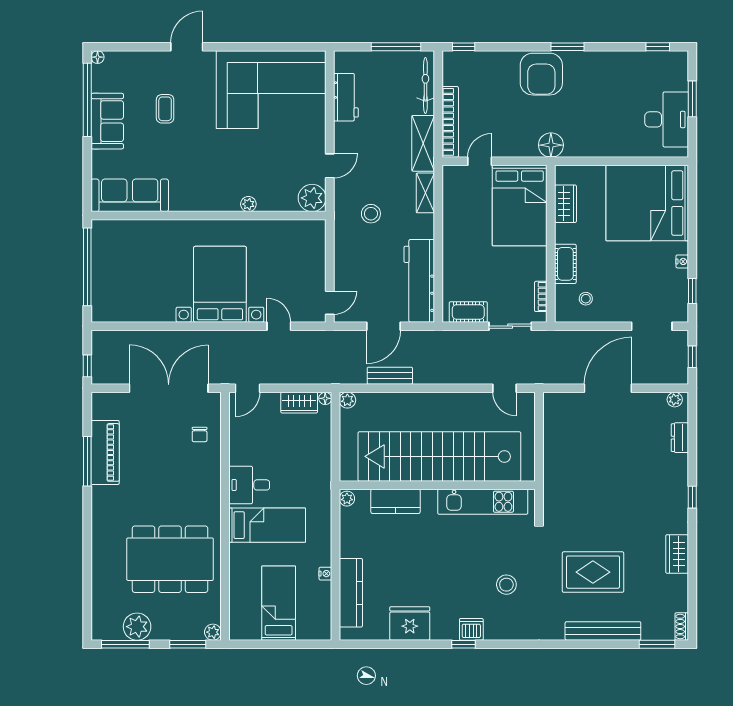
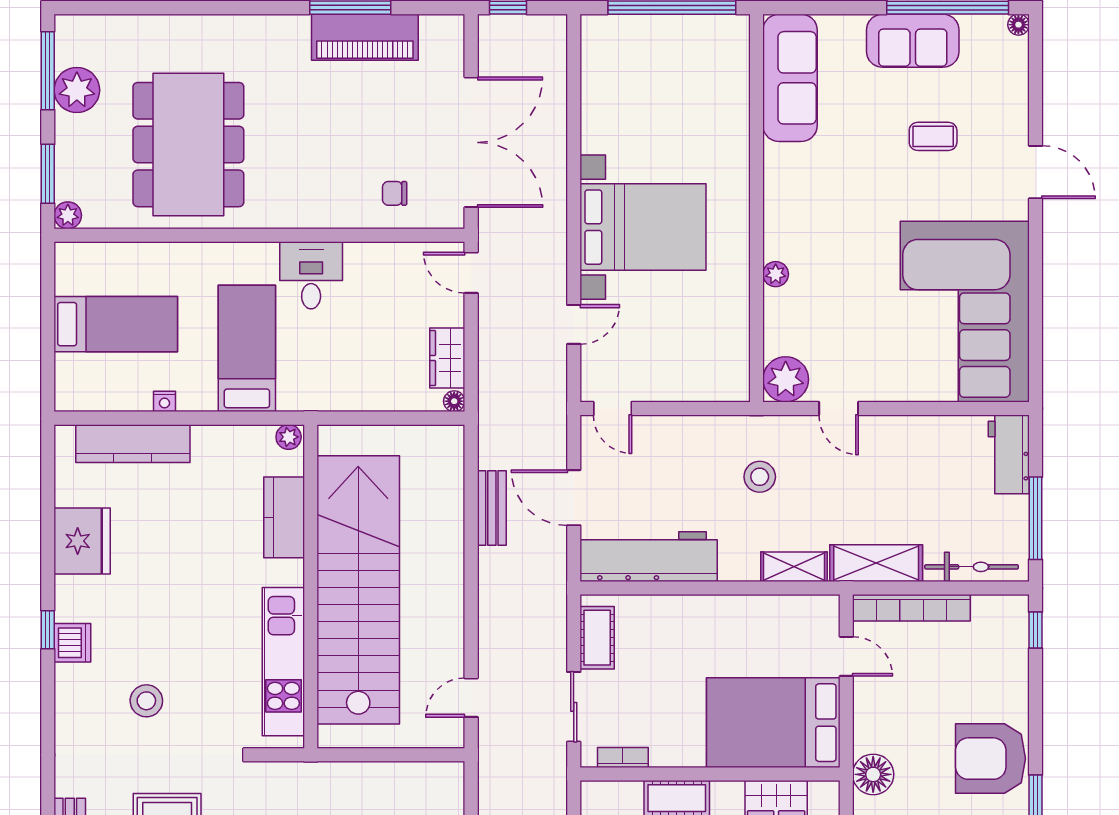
workbench: (346, 97) -> (1009, 454), moved, turned 90
plant: (347, 400) -> (451, 438), removed
bed: (267, 525) -> (247, 348), moved, turned 180

